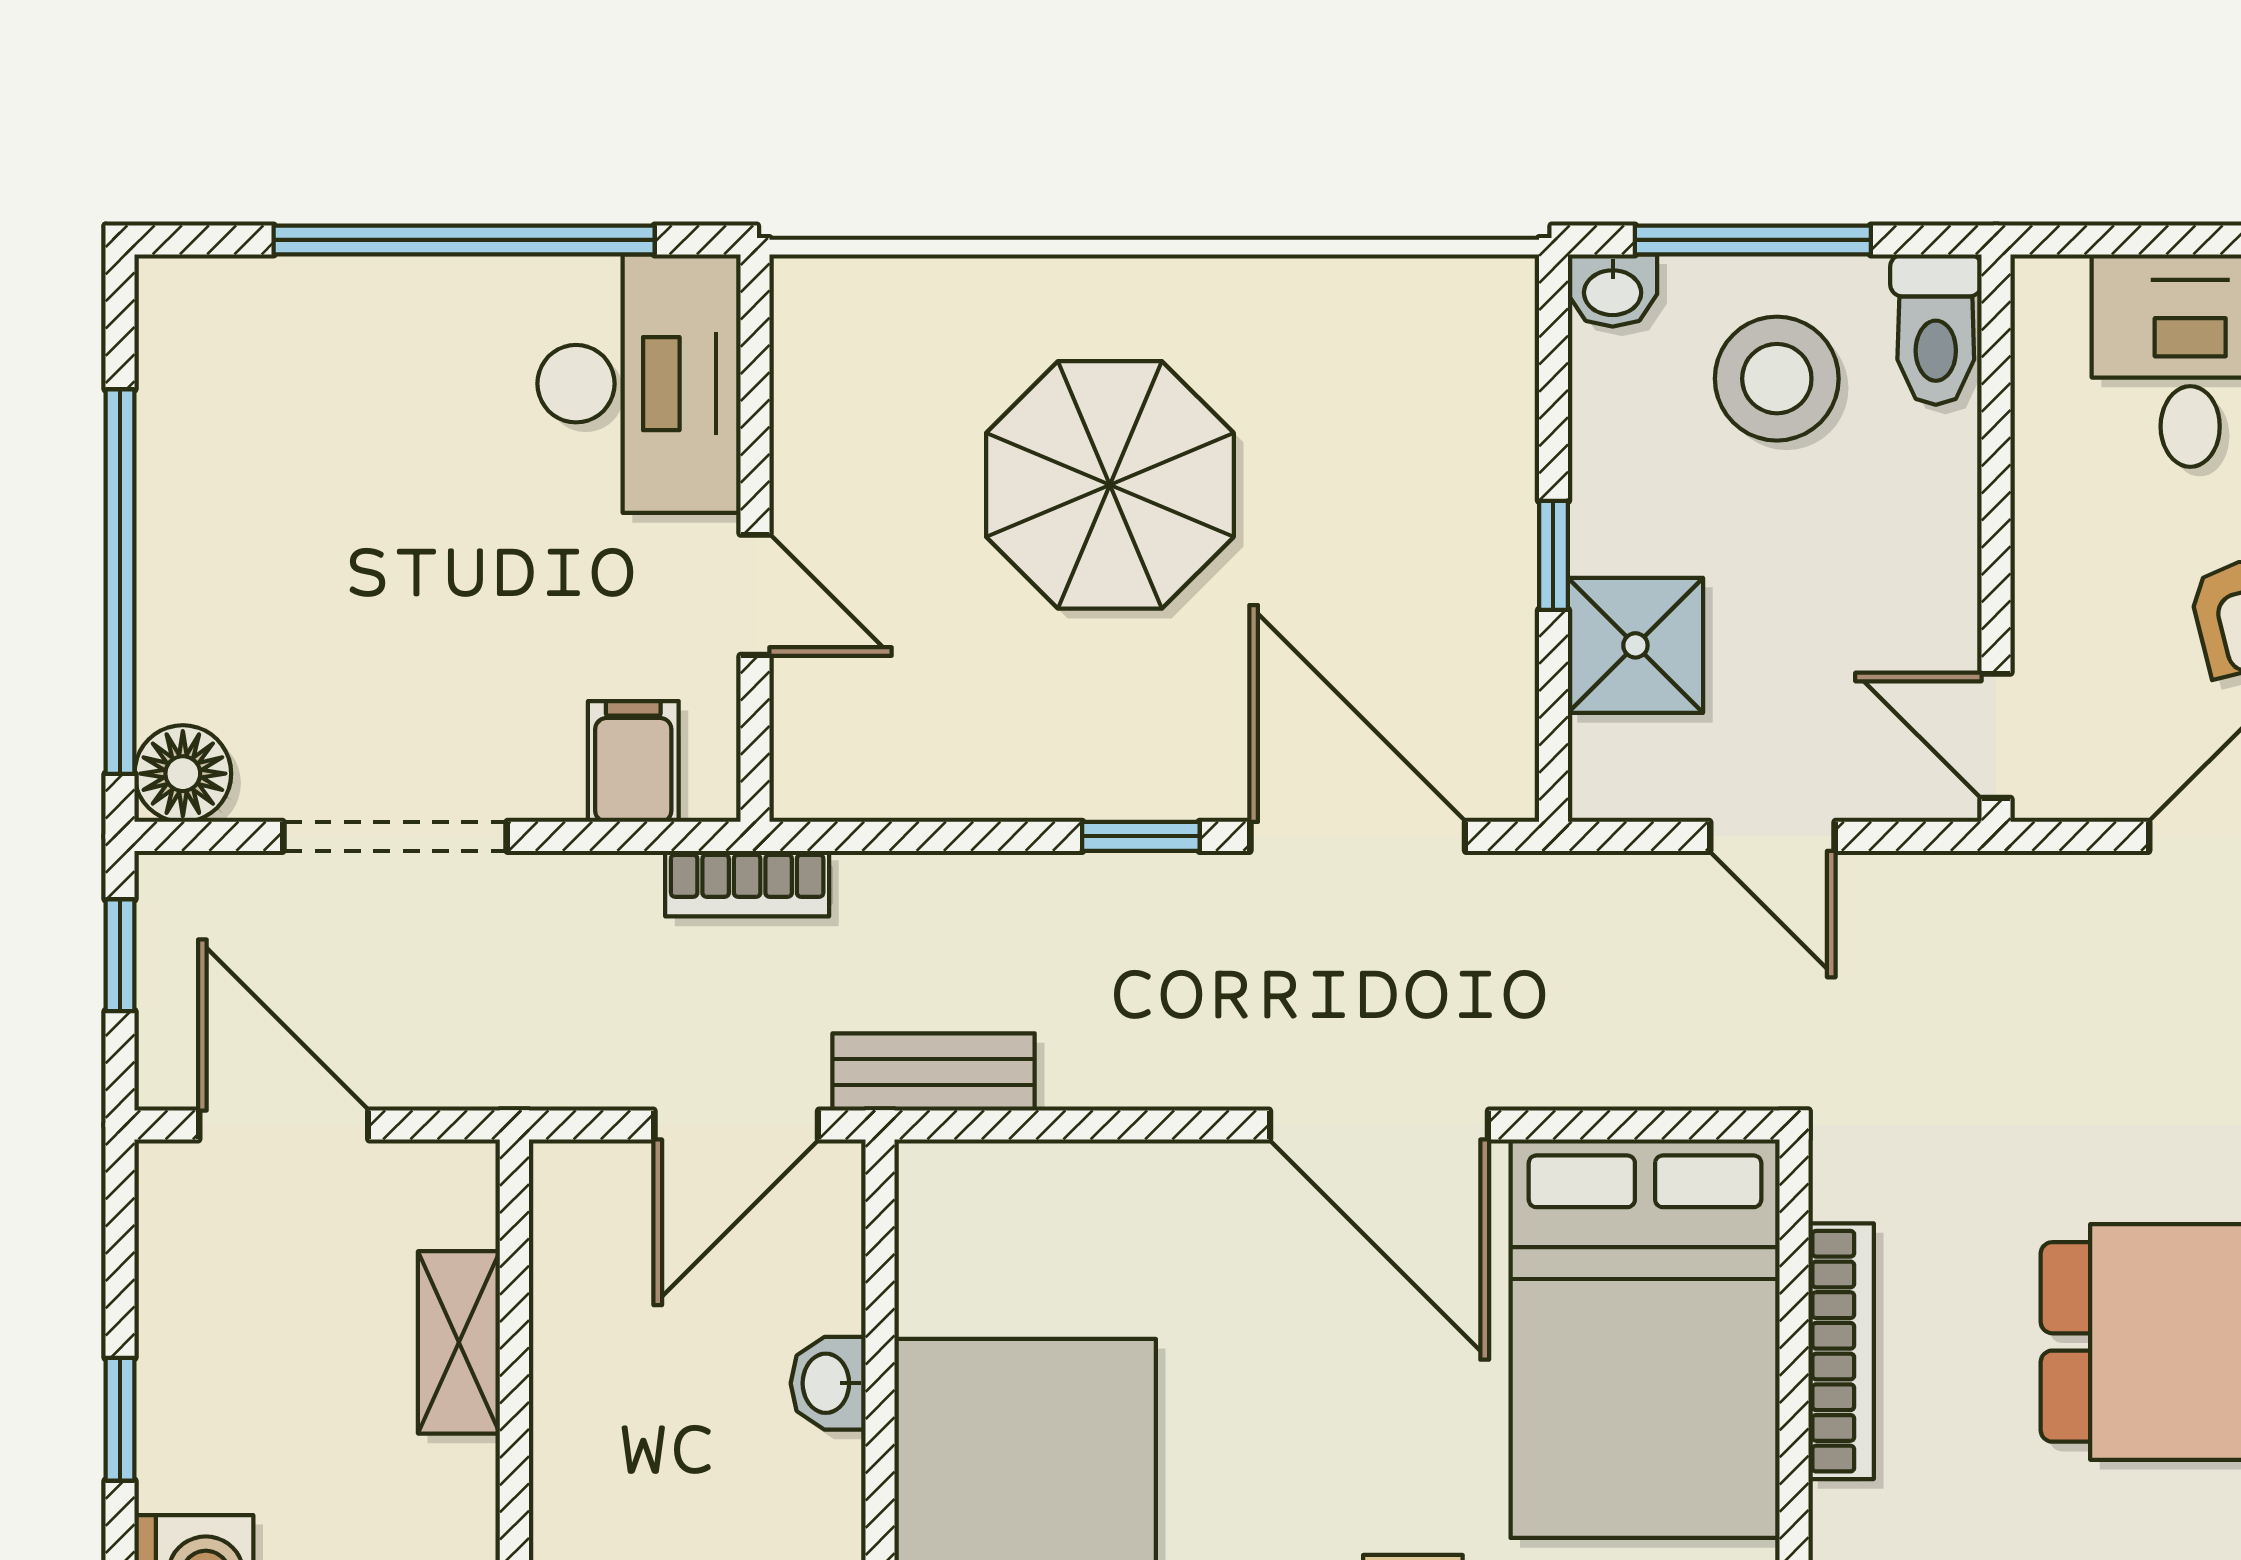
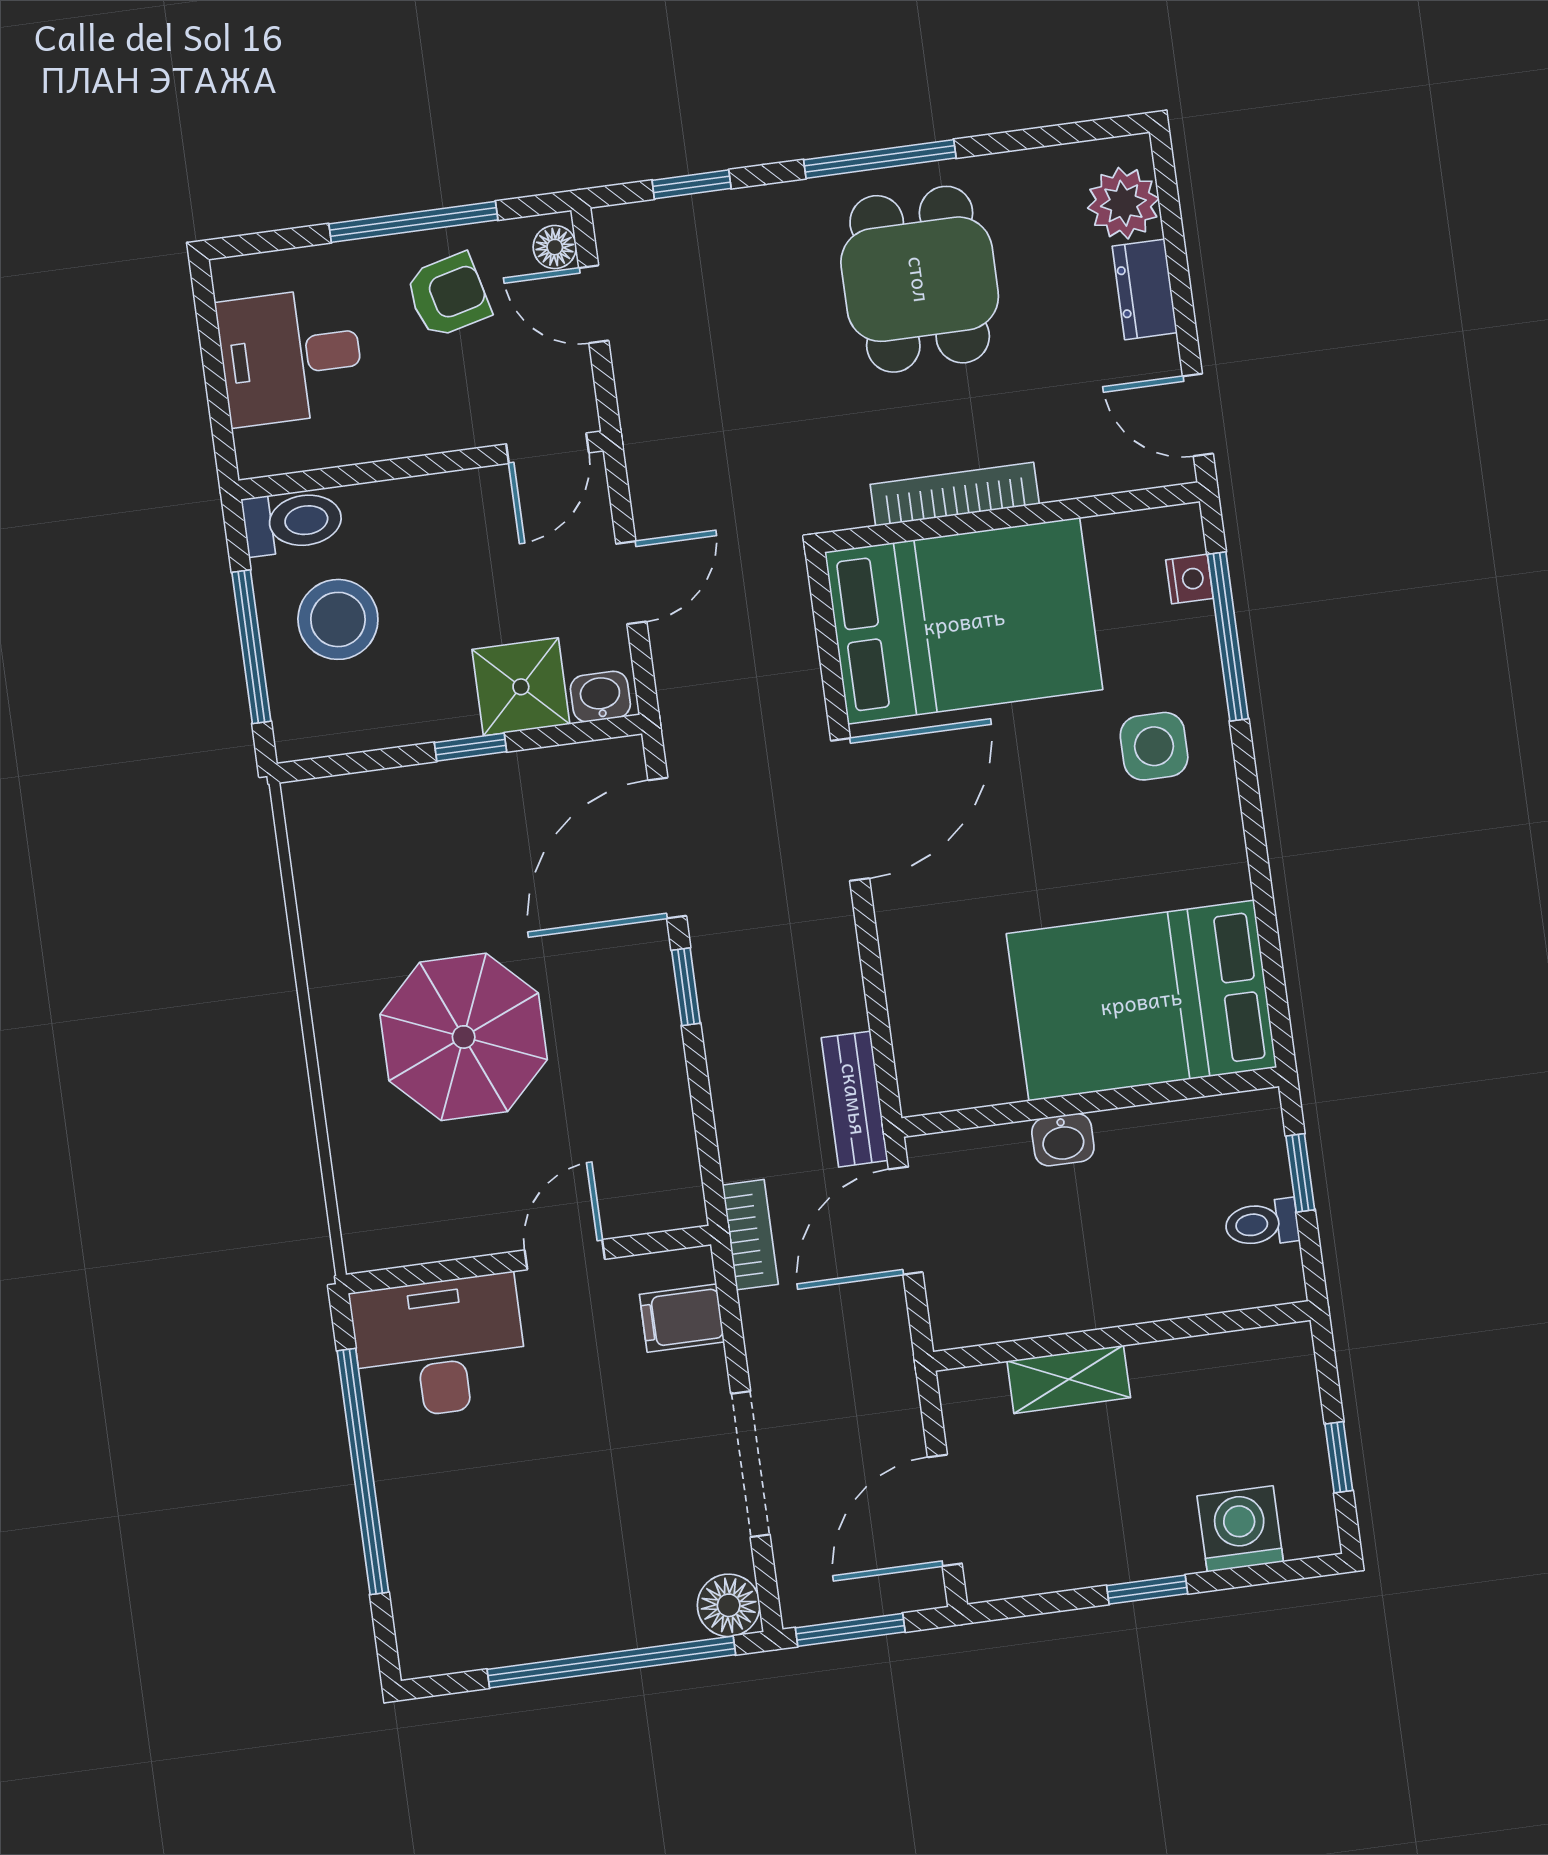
washbasin: (1613, 290) -> (600, 697), moved, turned -90
window: (120, 955) -> (850, 1630), width x1.50
door: (736, 1125) -> (906, 1221), swing flipped

